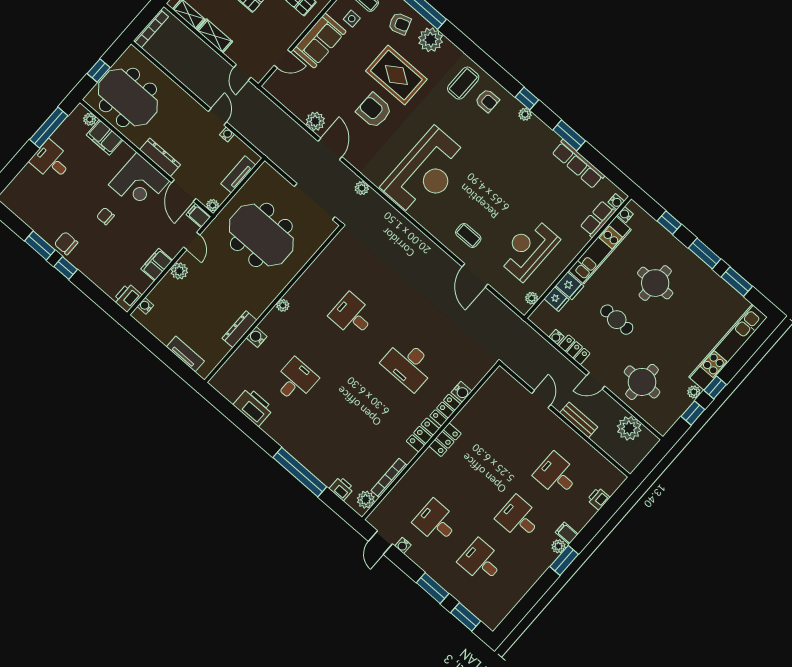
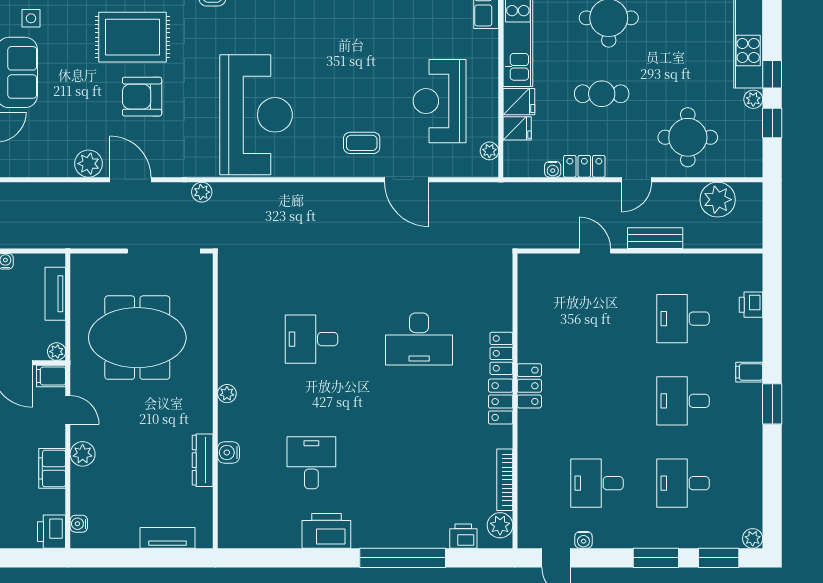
water cooler: (462, 392) -> (502, 318), removed
printer: (253, 407) -> (326, 531), moved
plant: (559, 546) -> (753, 538), moved

